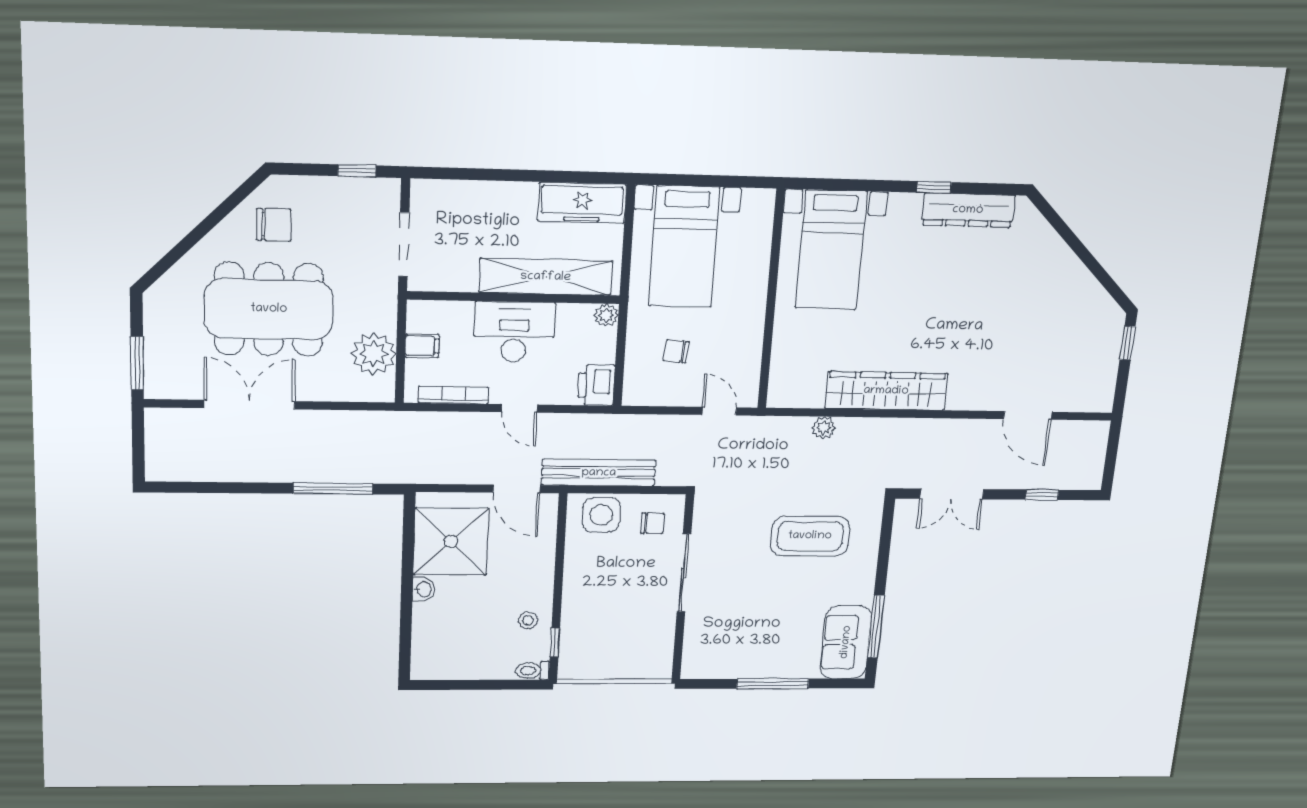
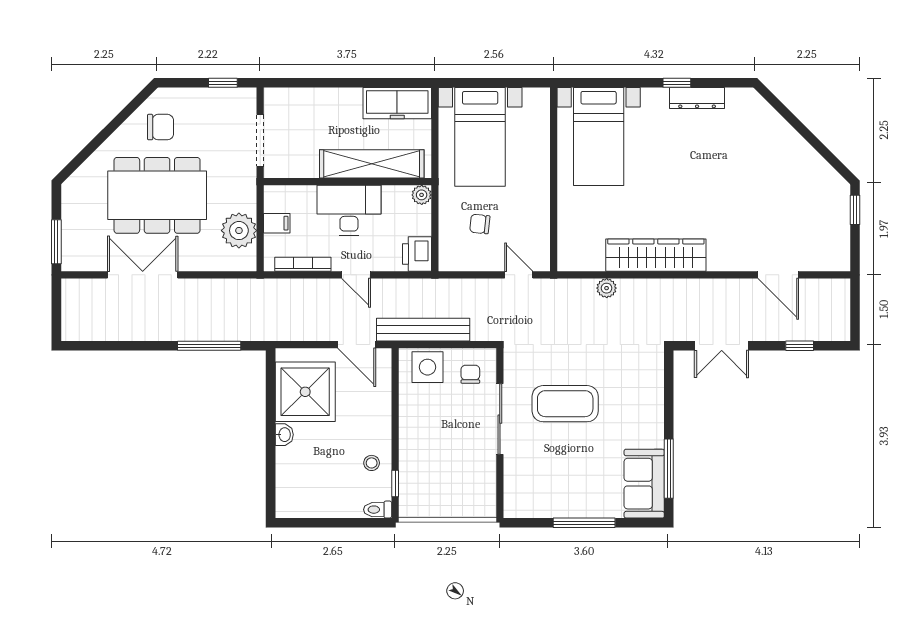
dresser: (968, 210) -> (697, 98), width x0.73, depth x0.80
chair: (652, 523) -> (470, 374), turned -90
coffee table: (810, 536) -> (565, 404), moved

